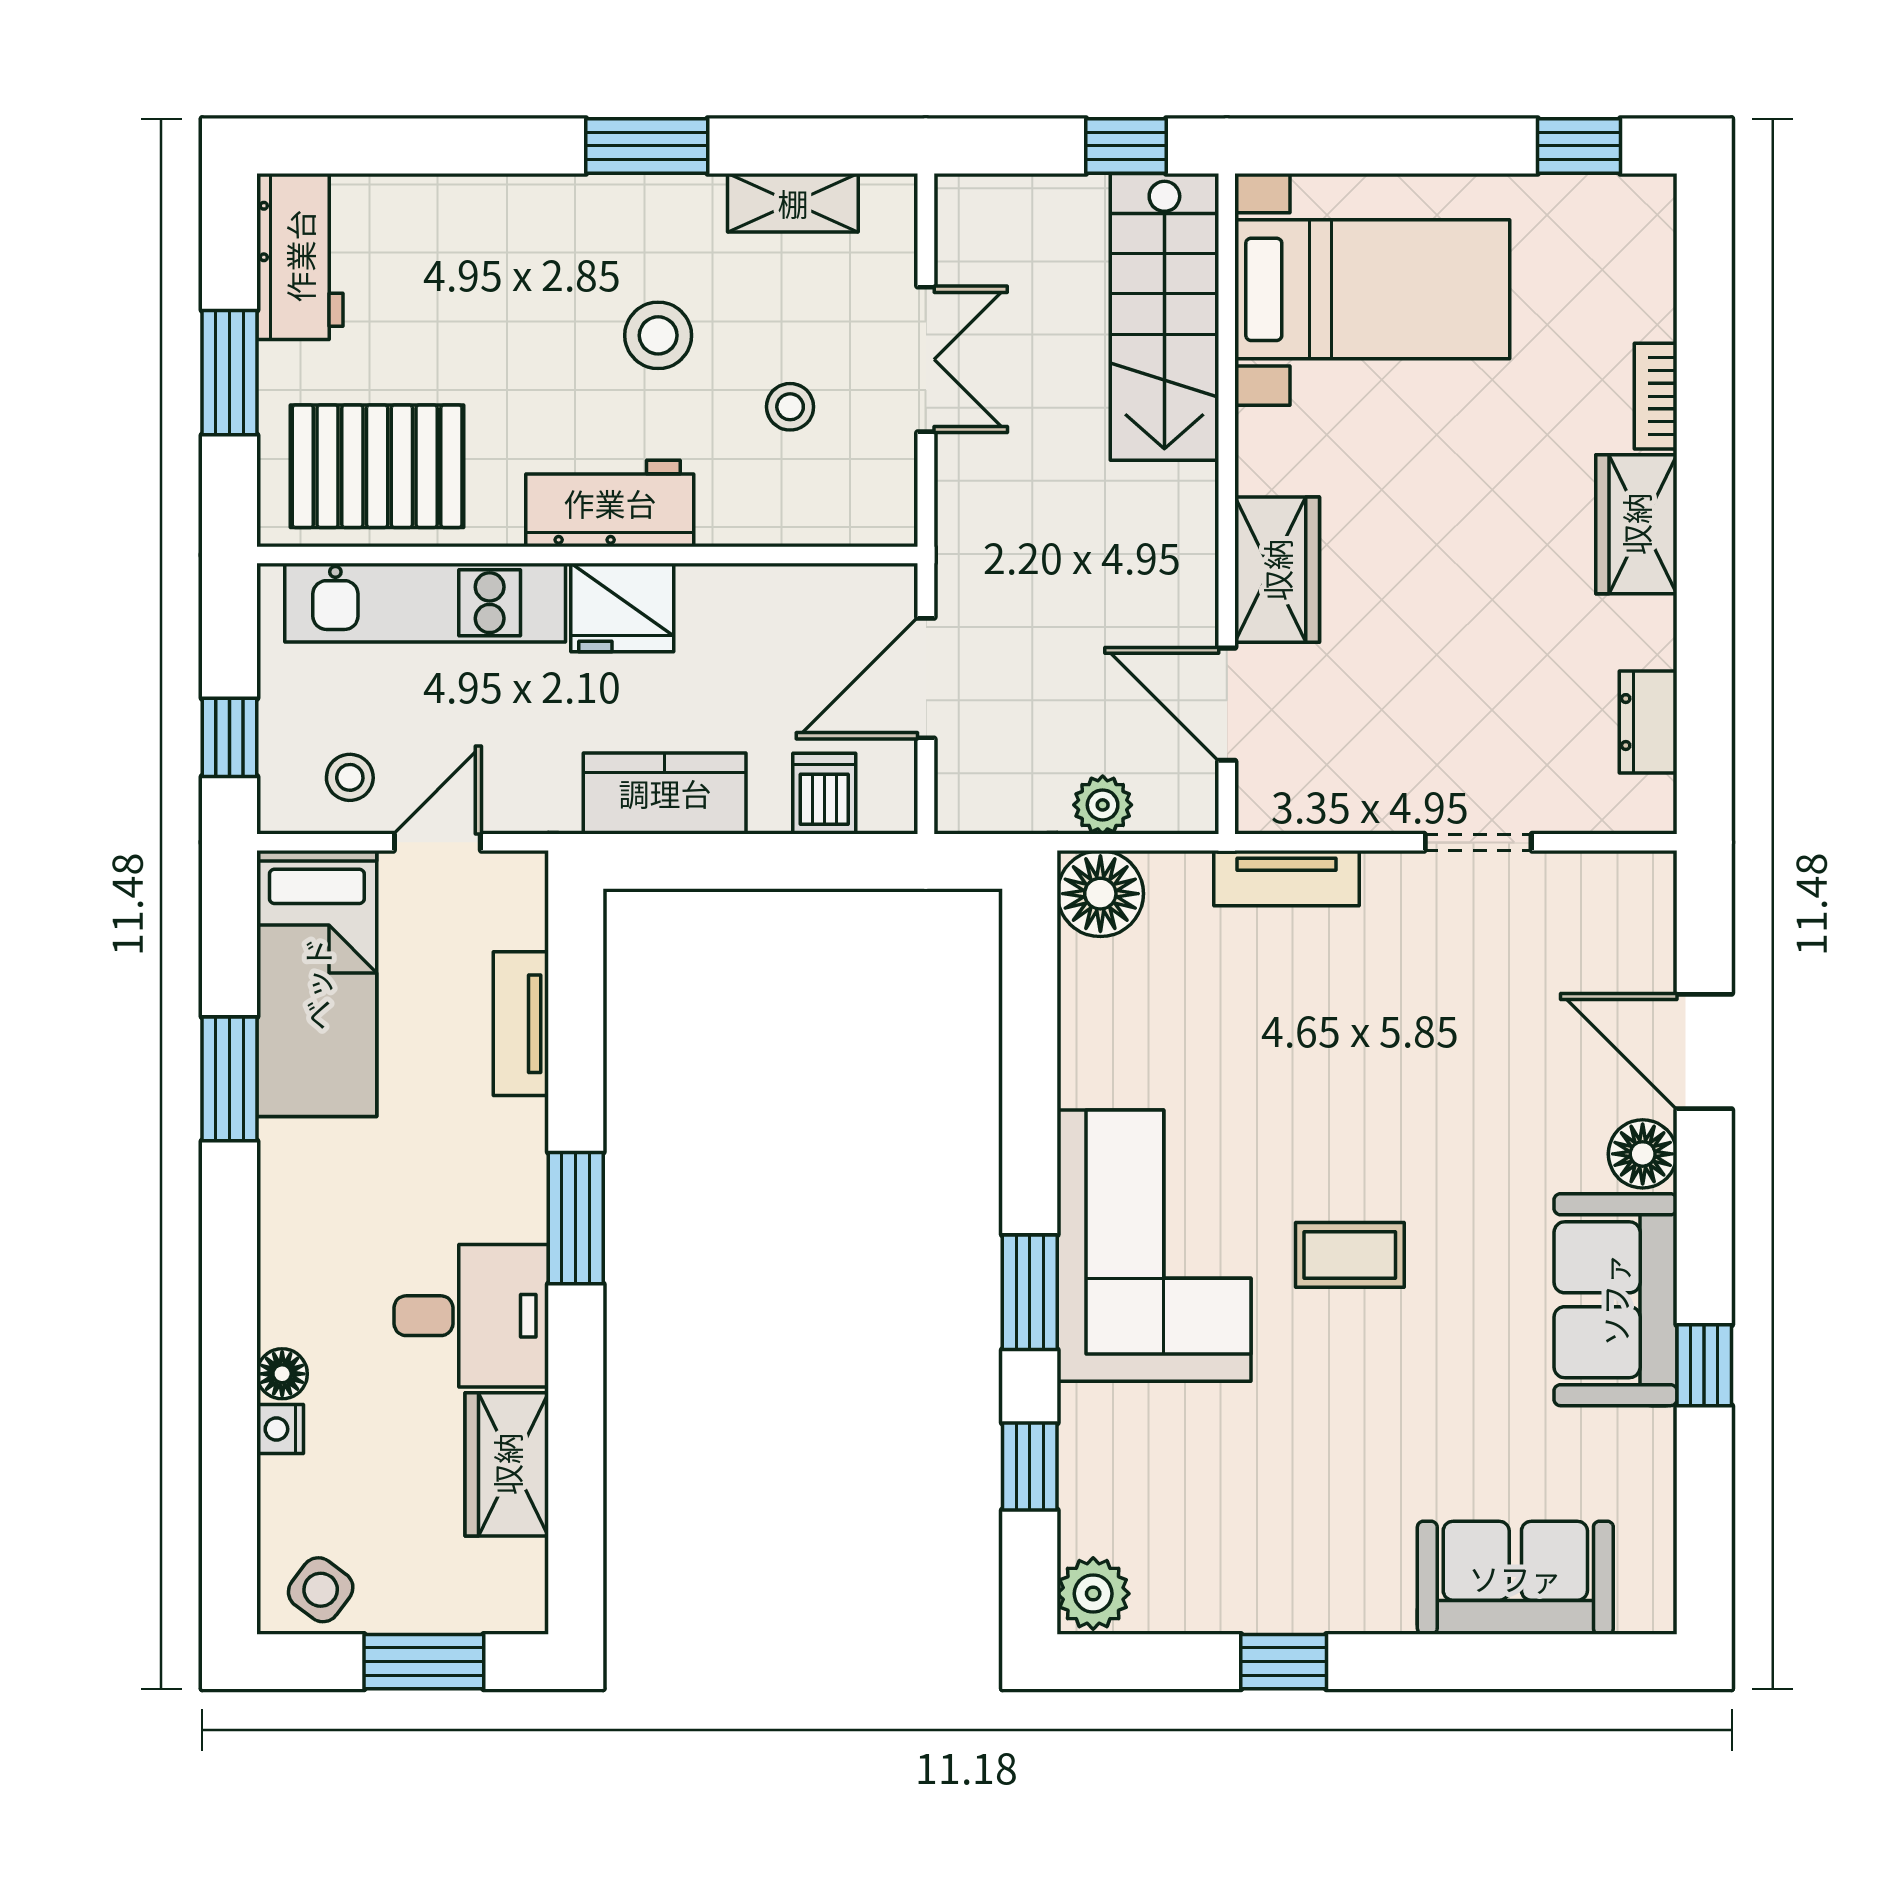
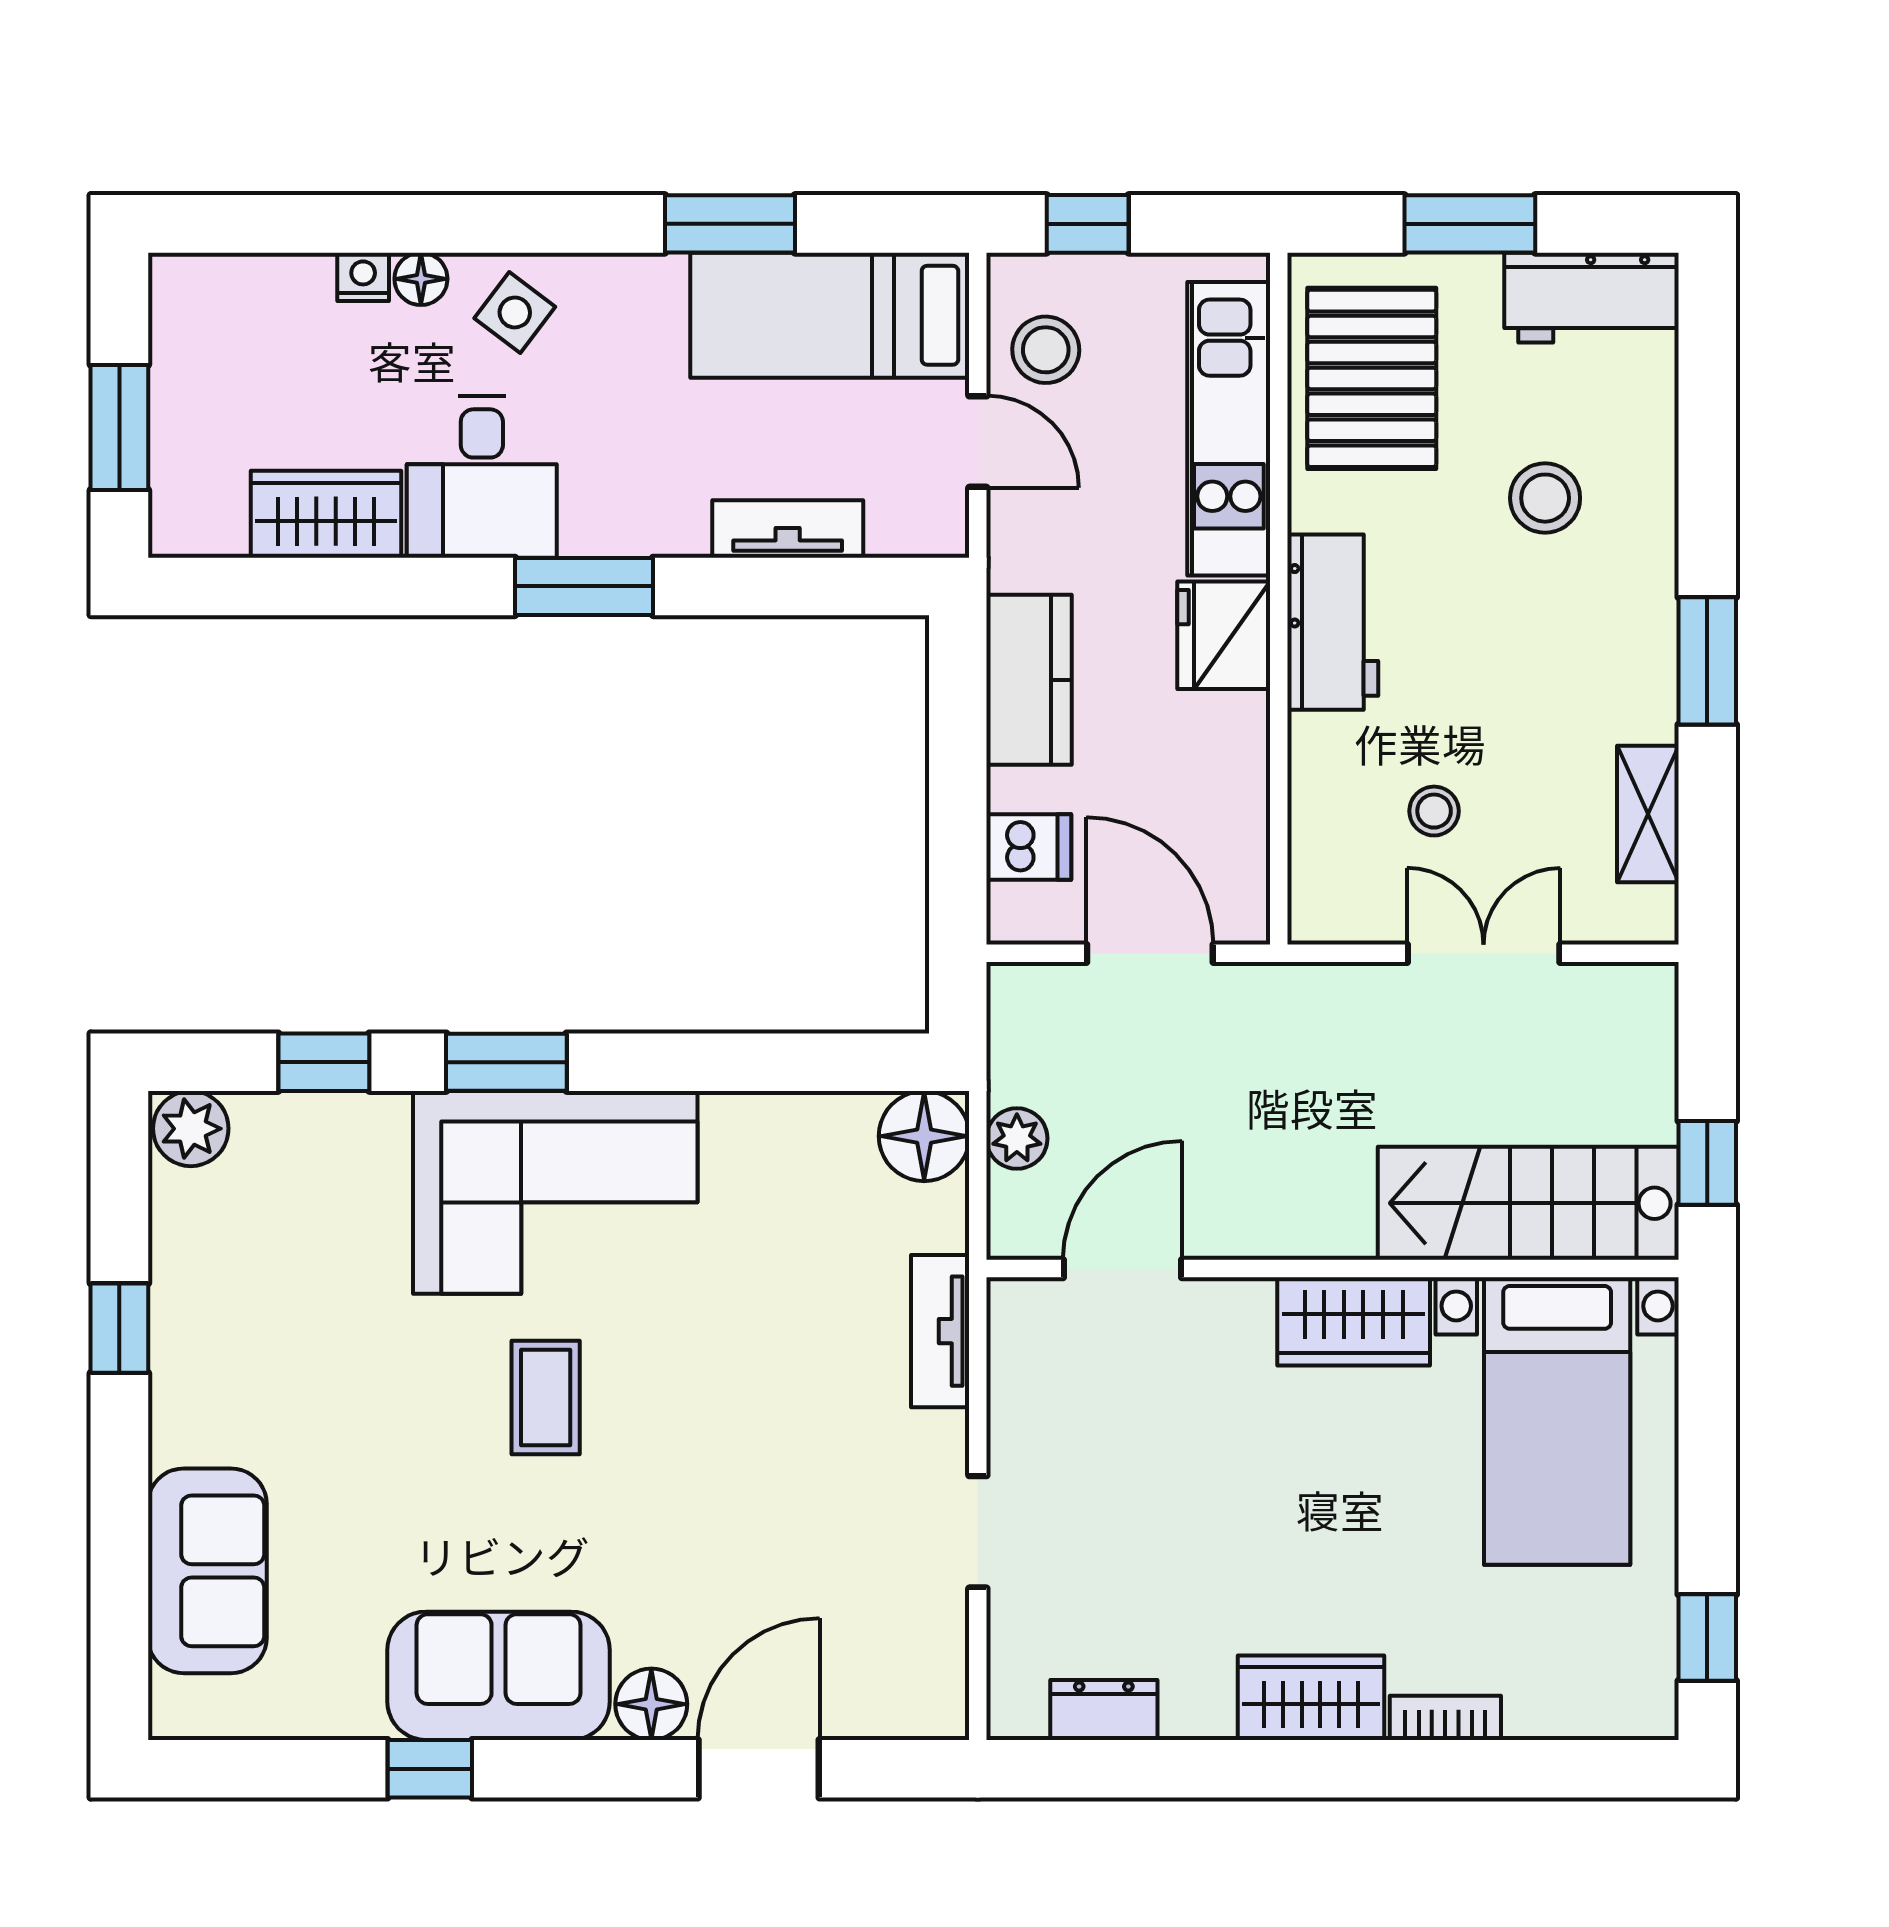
stool: (658, 335) -> (1545, 498), moved
double door: (926, 359) -> (1484, 953), swing flipped
wardrobe: (1277, 570) -> (1354, 1321), moved
stool: (350, 777) -> (1046, 350), width x1.37, depth x1.37
side table: (321, 1590) -> (515, 312), moved

